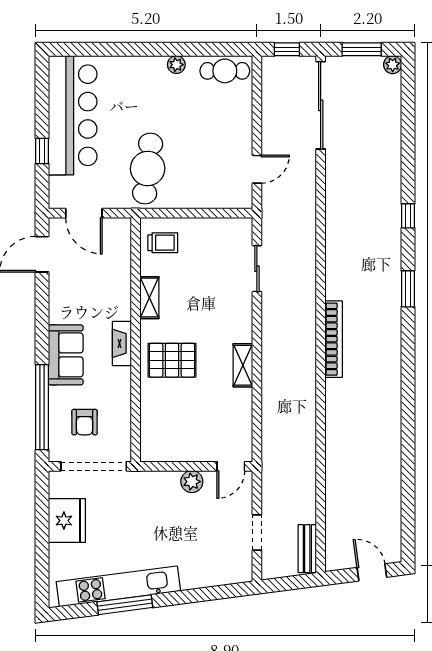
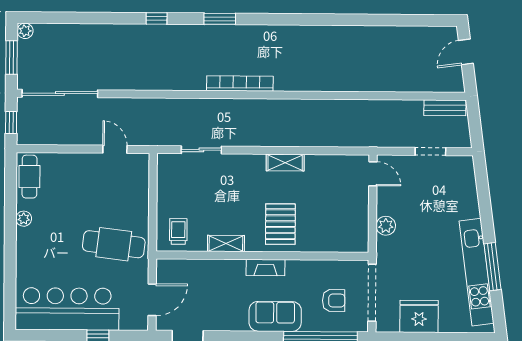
bookcase: (334, 339) -> (240, 84), moved
plant: (192, 482) -> (386, 226), moved

